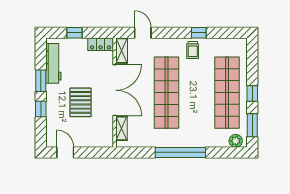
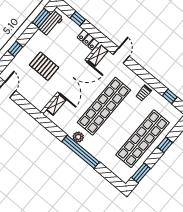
window: (199, 33) -> (170, 96), moved
workbench: (53, 63) -> (51, 23), width x0.73
window: (41, 81) -> (41, 18), moved
window: (252, 94) -> (165, 145), moved
pallet: (80, 102) -> (44, 66), turned 90
plant: (236, 141) -> (78, 137), moved

